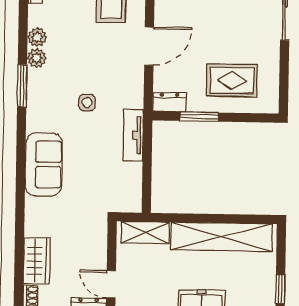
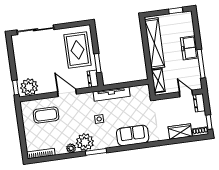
plant: (37, 58) -> (85, 142), width x1.88, depth x1.88
rug: (232, 80) -> (77, 50), width x1.36, depth x1.43
tv unit: (133, 135) -> (112, 94), width x1.41
door: (111, 284) -> (186, 93), swing flipped

